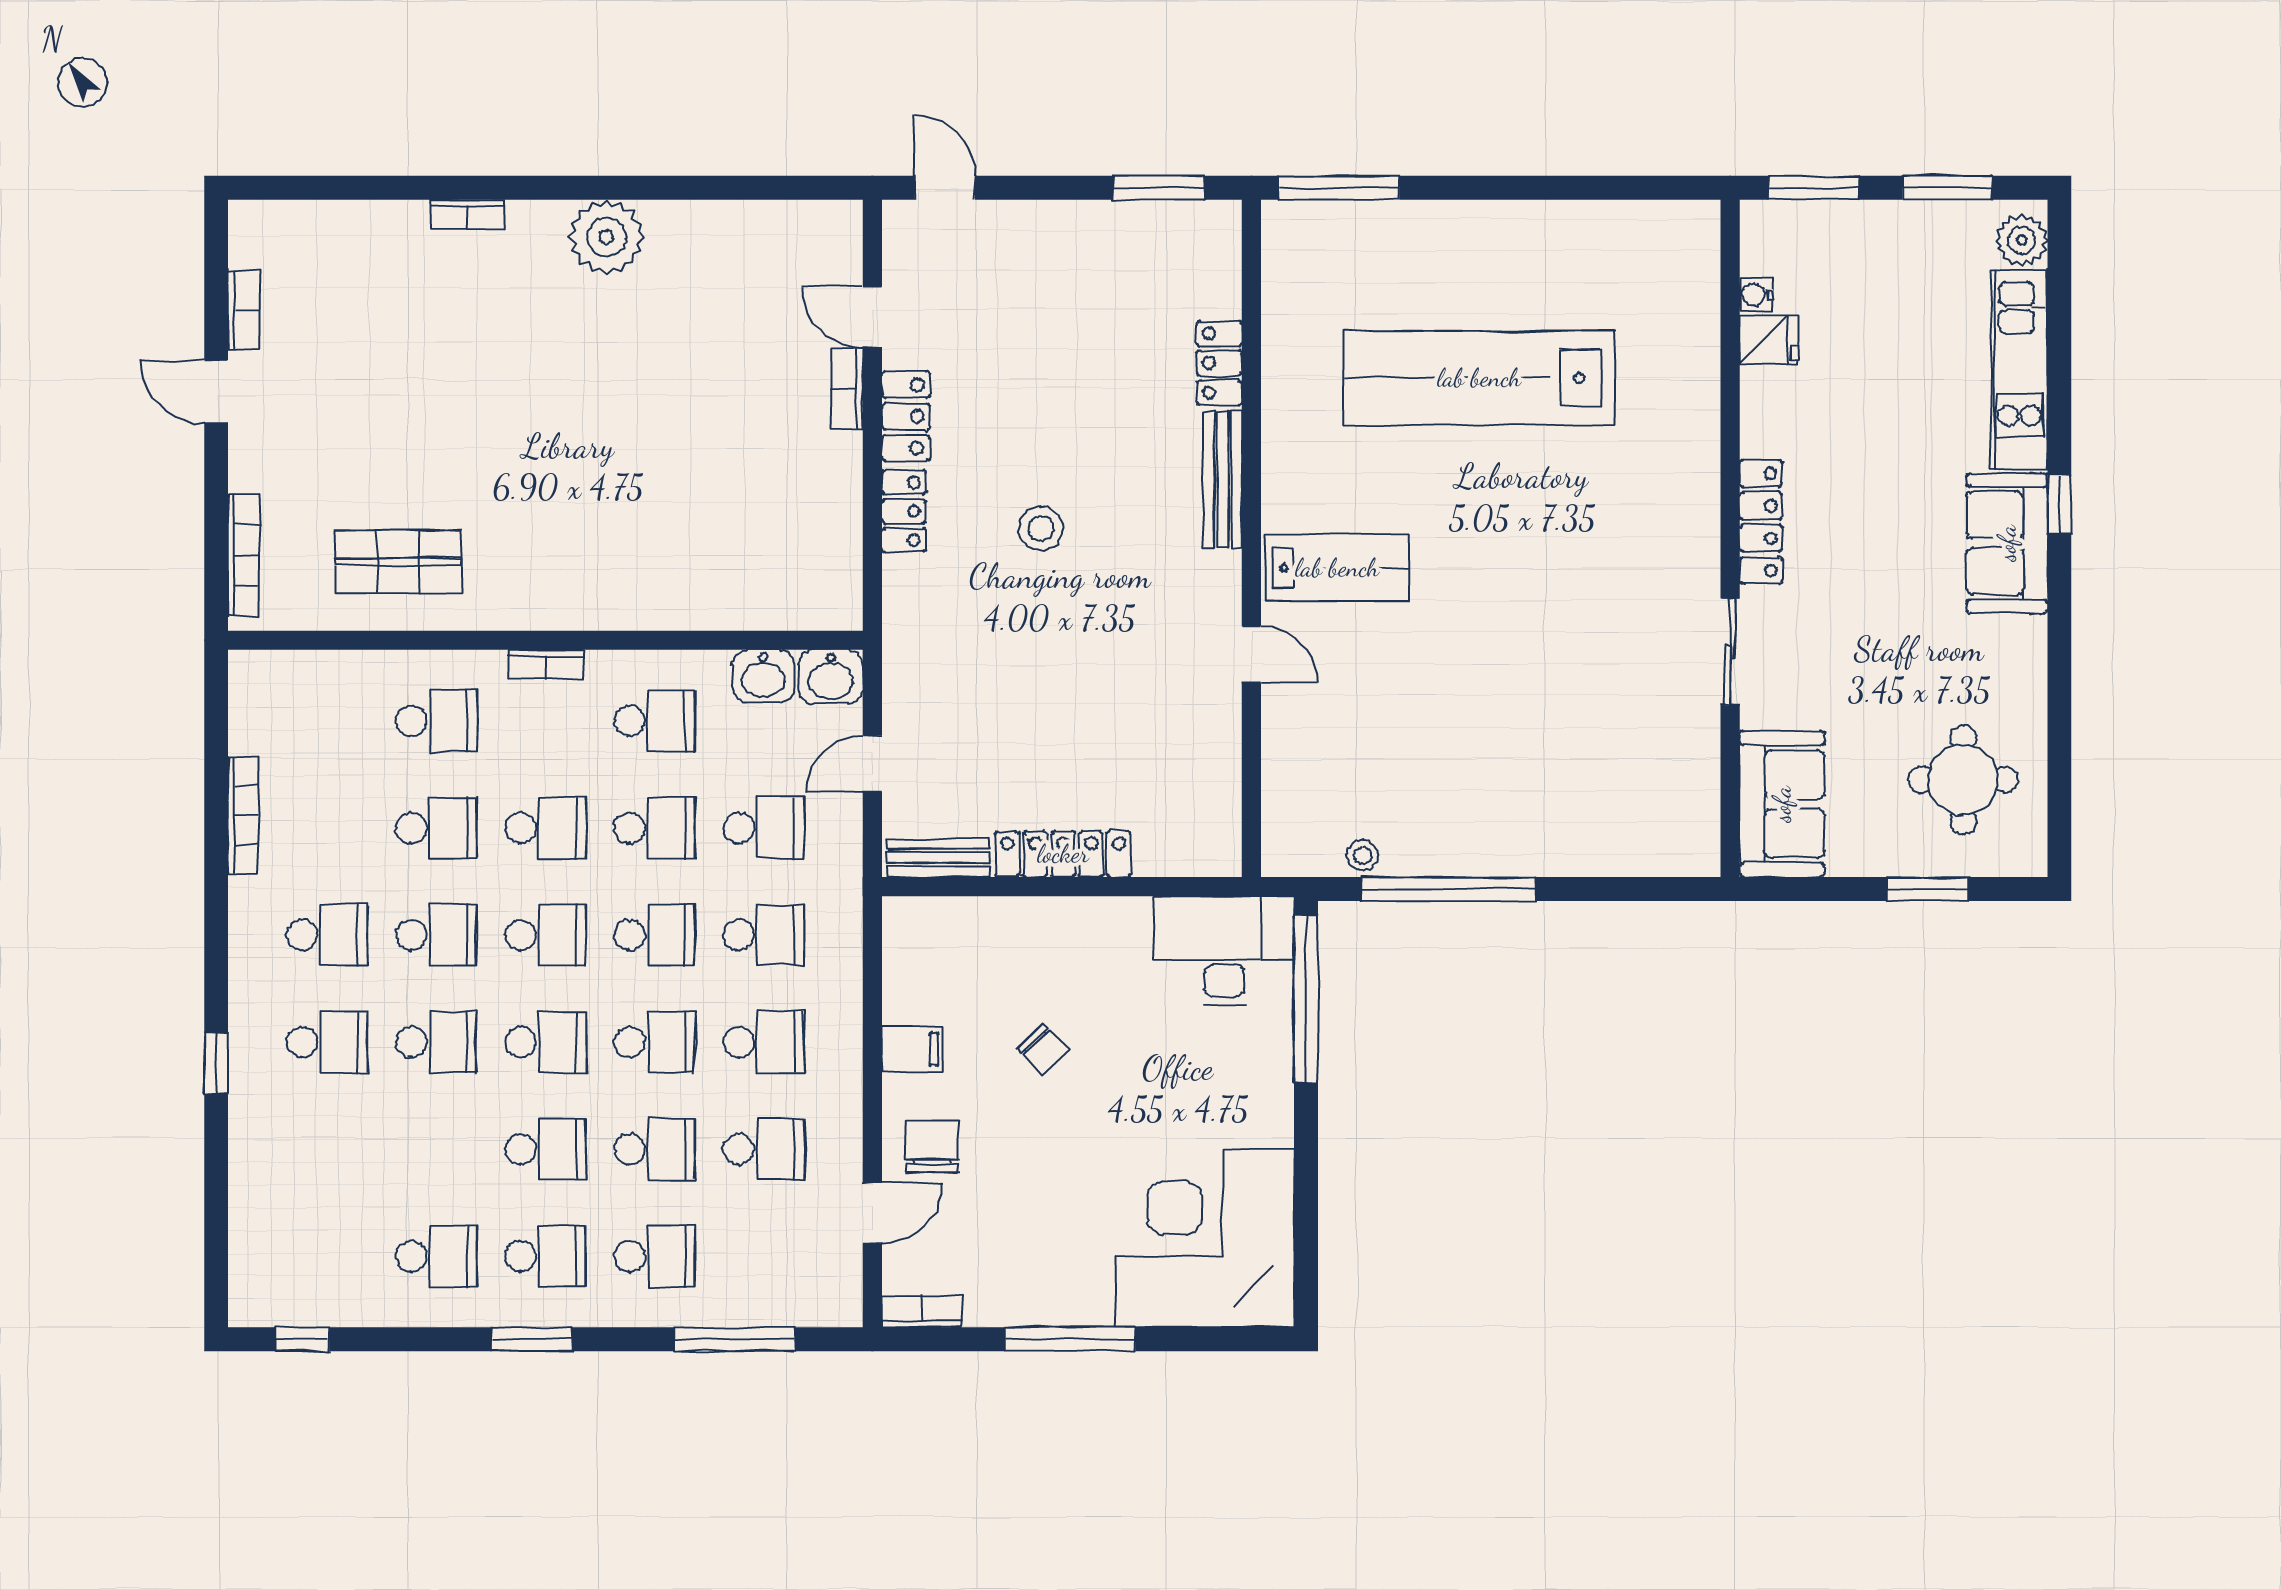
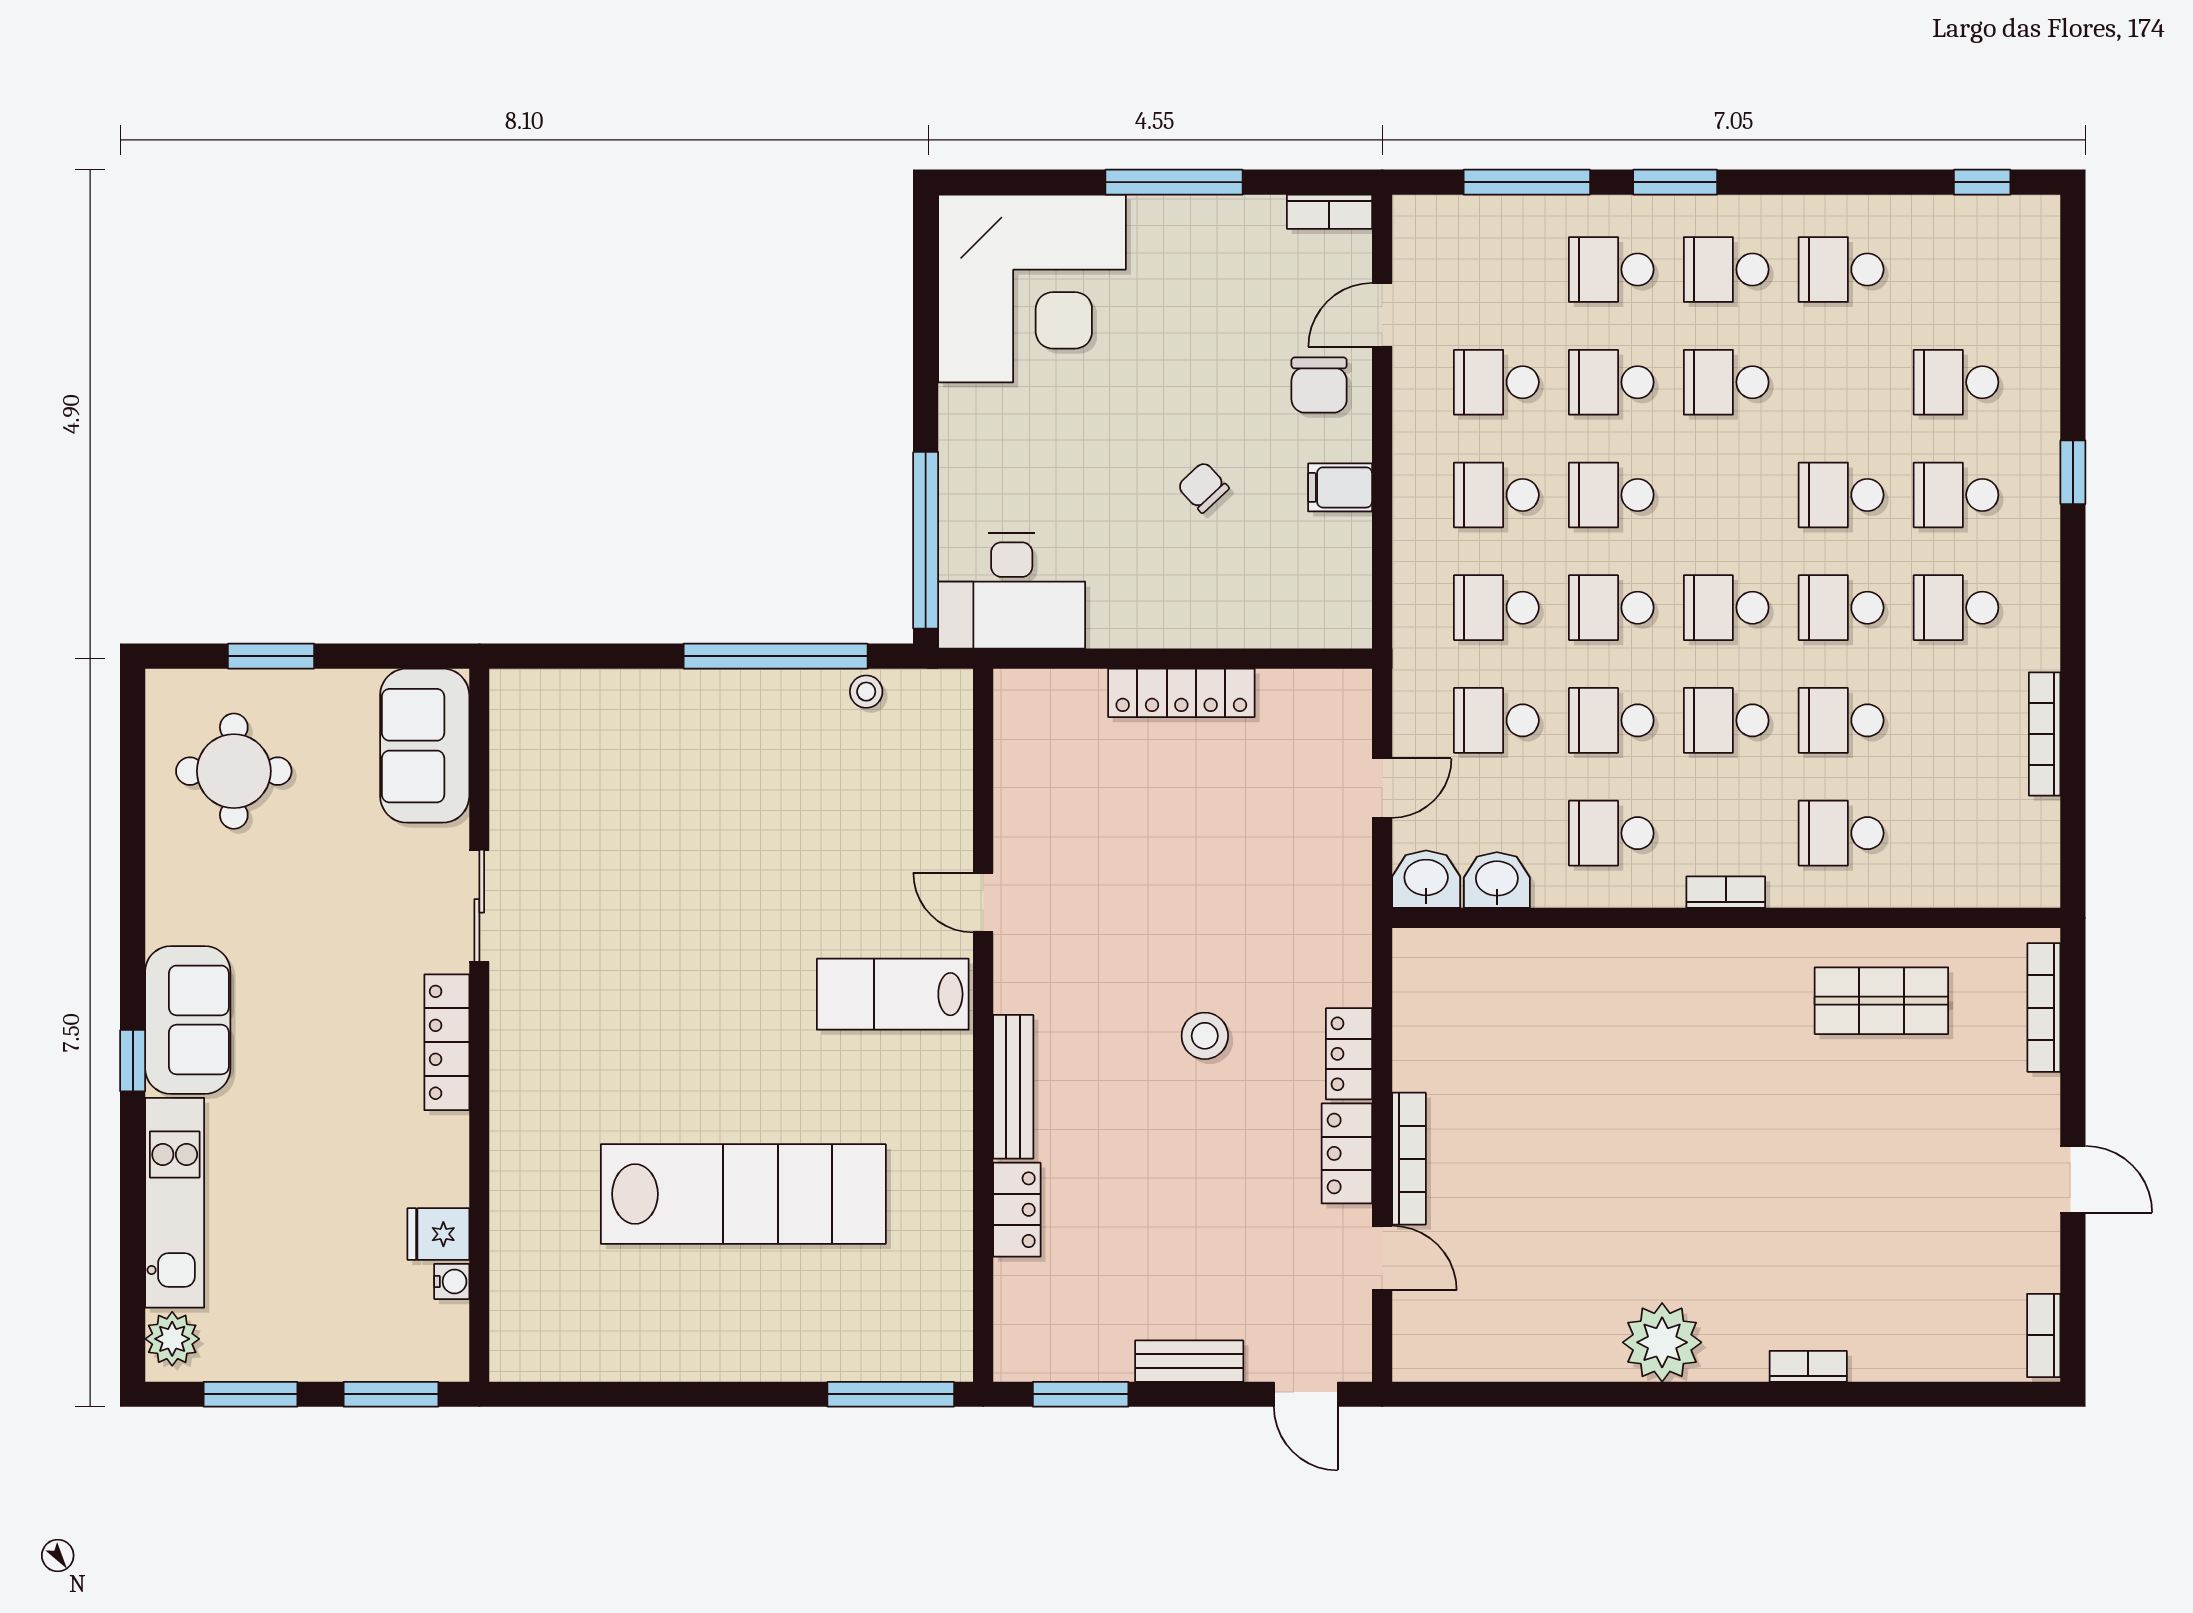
bookcase: (244, 310) -> (2044, 1335), moved
bookcase: (847, 389) -> (1409, 1159), width x1.56
bench: (938, 858) -> (1189, 1361), moved
school desk: (545, 1042) -> (1956, 382), moved
window: (532, 1339) -> (1675, 182), moved

